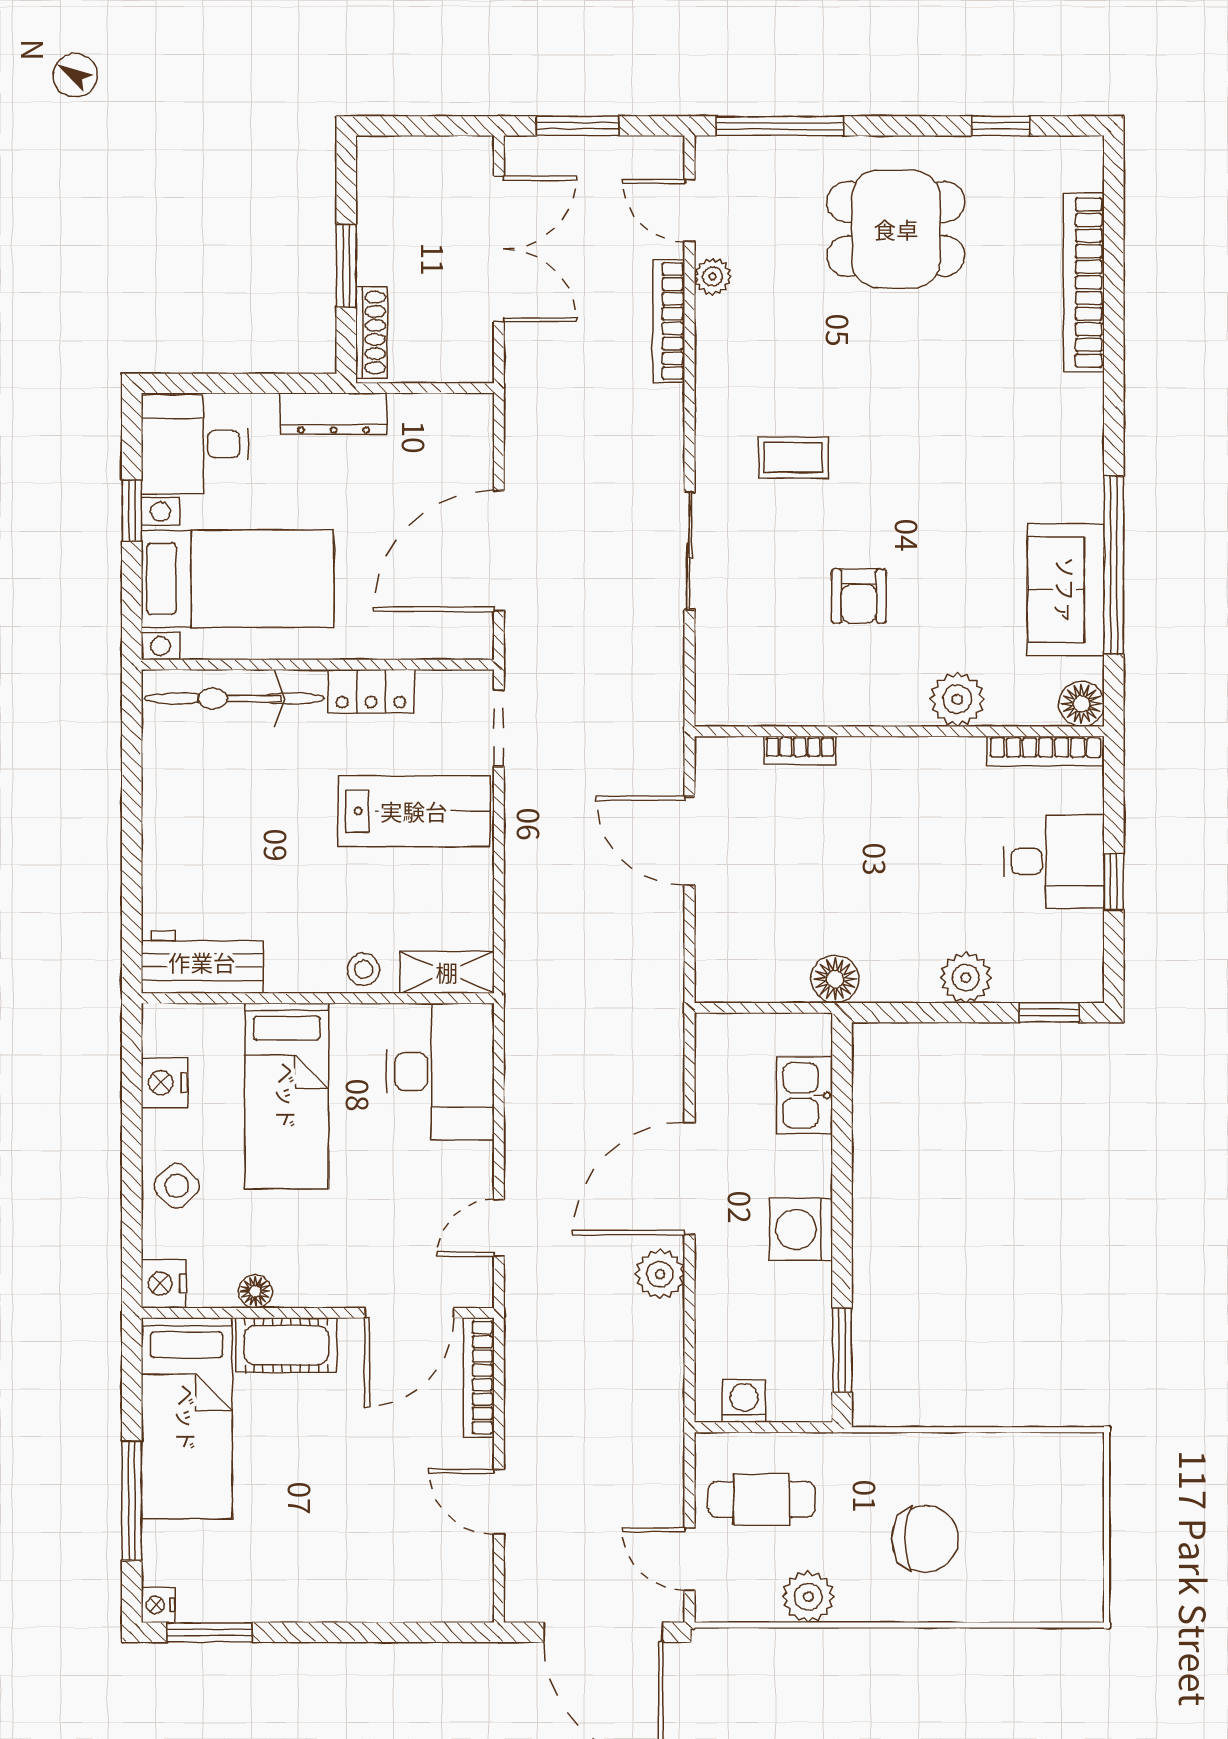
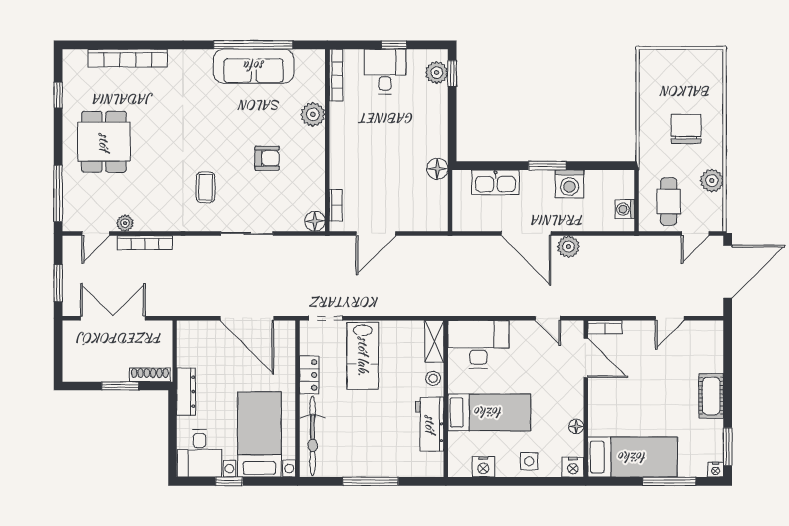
sofa: (1066, 590) -> (254, 66), width x1.36
floor lamp: (1082, 704) -> (315, 221), moved
bookcase: (800, 750) -> (336, 205), moved
lab bench: (414, 811) -> (363, 356), turned 180
window: (132, 829) -> (370, 481), added
workbench: (202, 962) -> (430, 424), moved
plant: (966, 978) -> (437, 73), moved
kitchen sink: (804, 1095) -> (495, 182), width x1.38
side table: (177, 1186) -> (529, 461), turned 45
washing machine: (801, 1229) -> (569, 184), moved
cot: (286, 1345) -> (711, 396), moved
window: (842, 1350) -> (547, 166), moved
bookcase: (479, 1378) -> (605, 327), width x0.64

